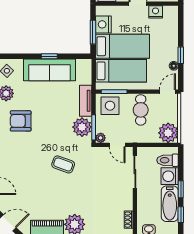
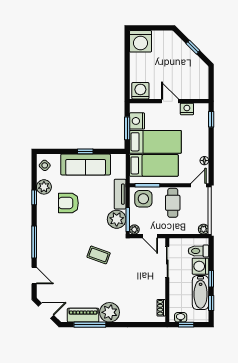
window: (181, 55) -> (211, 119), moved
armchair: (21, 121) -> (68, 203), moved
plant: (168, 133) -> (204, 229), width x0.53, depth x0.53

